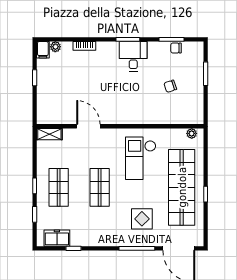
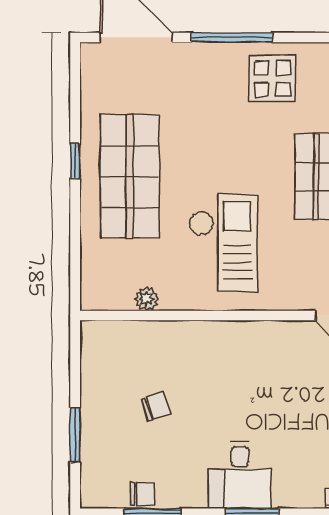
plant: (192, 133) -> (147, 299), moved
shop shelf: (182, 187) -> (130, 176), width x0.71
display table: (142, 219) -> (273, 79), moved

